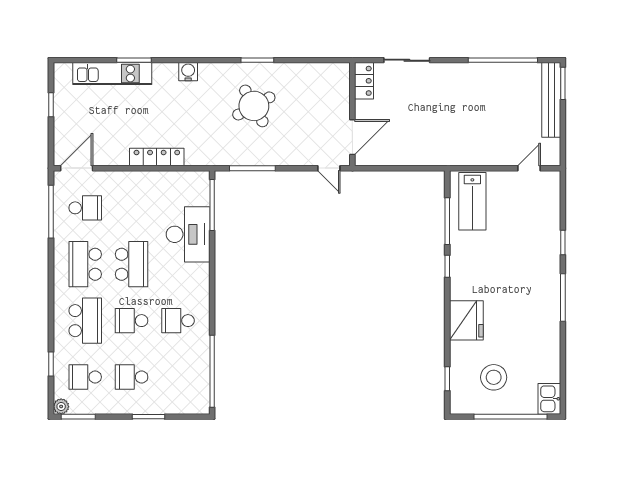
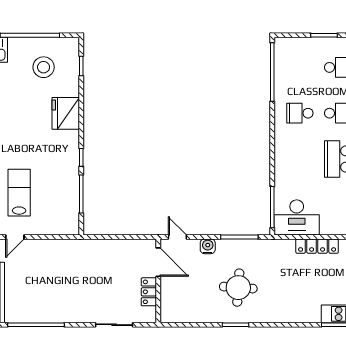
water cooler: (188, 72) -> (208, 246), moved, turned 180
locker: (364, 81) -> (149, 292), moved
round table: (254, 106) -> (238, 288), turned 33
door: (352, 137) -> (158, 262), swing flipped
lab bench: (472, 201) -> (19, 193), moved
desk: (188, 234) -> (297, 217), moved, turned -90
school desk: (178, 321) -> (300, 113), turned 180

